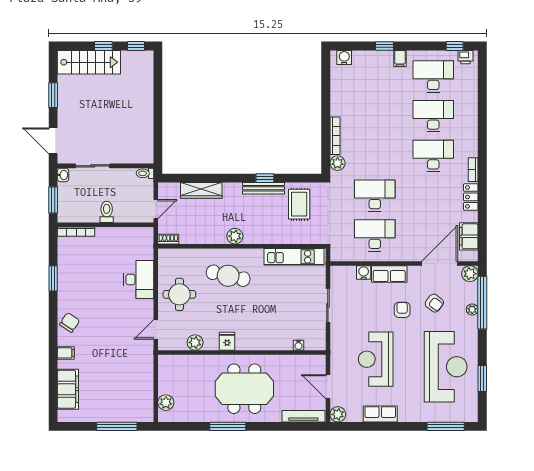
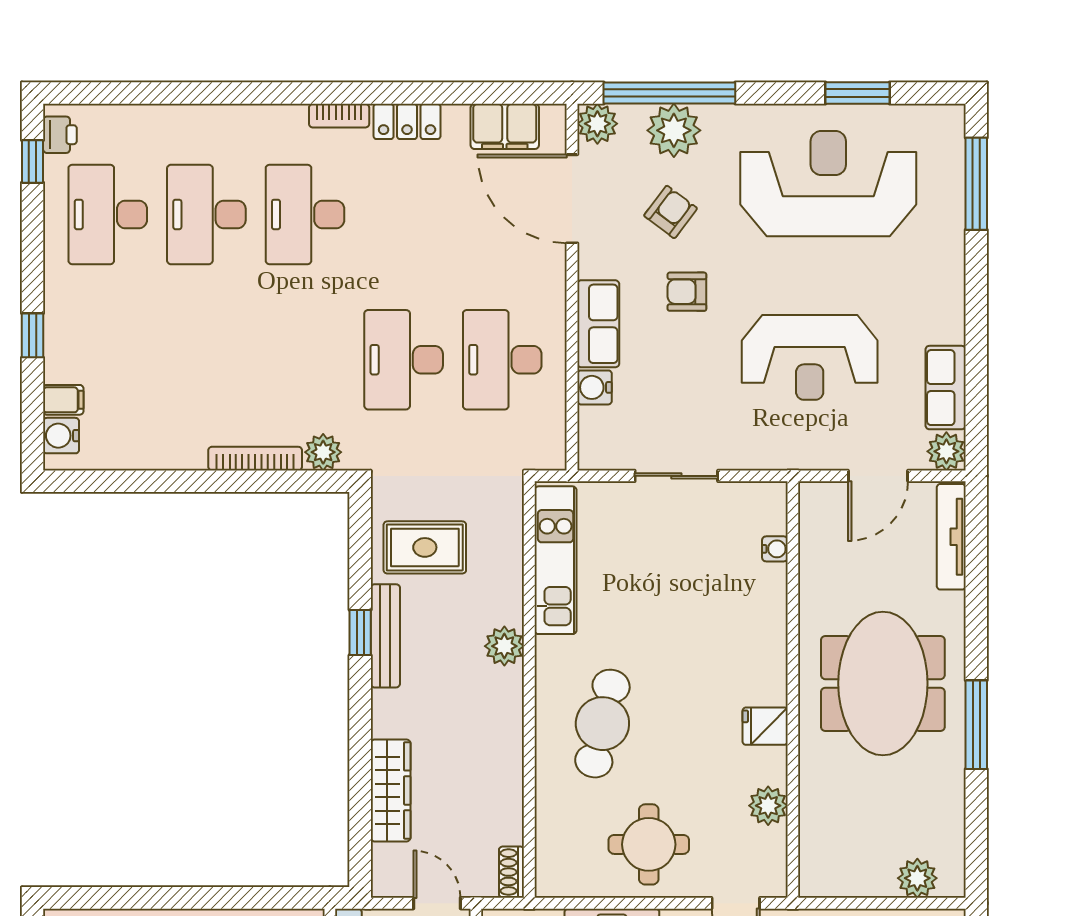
filing cabinet: (400, 58) -> (63, 400), moved
plant: (235, 236) -> (504, 646), moved
plant: (472, 309) -> (674, 130), width x1.88, depth x1.88
row of seats: (380, 414) -> (946, 388), moved

